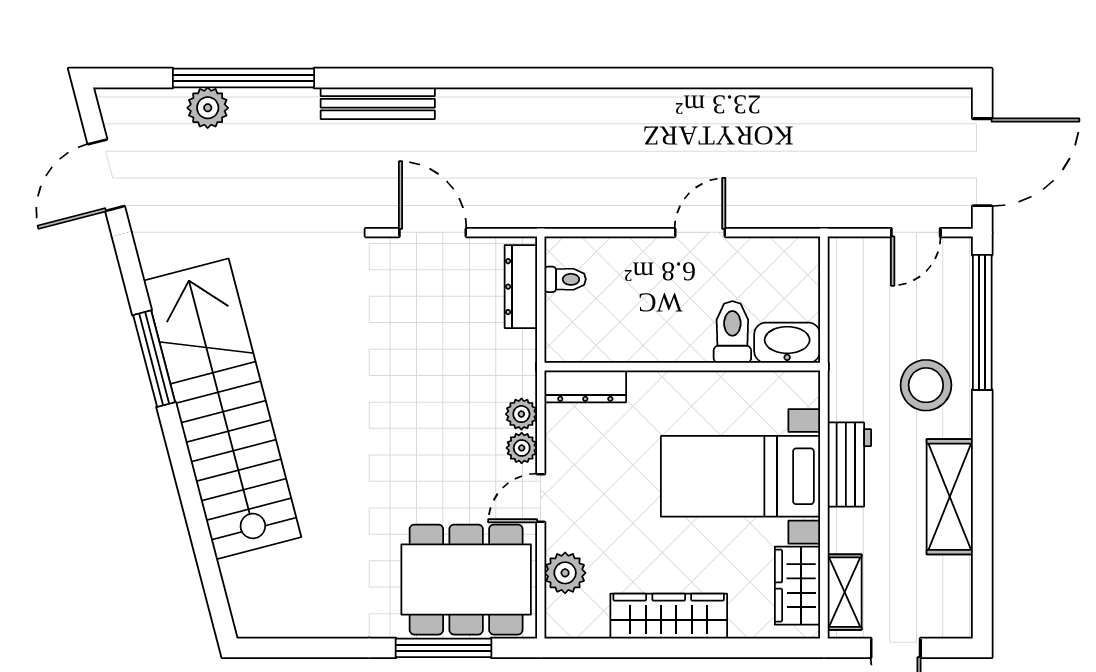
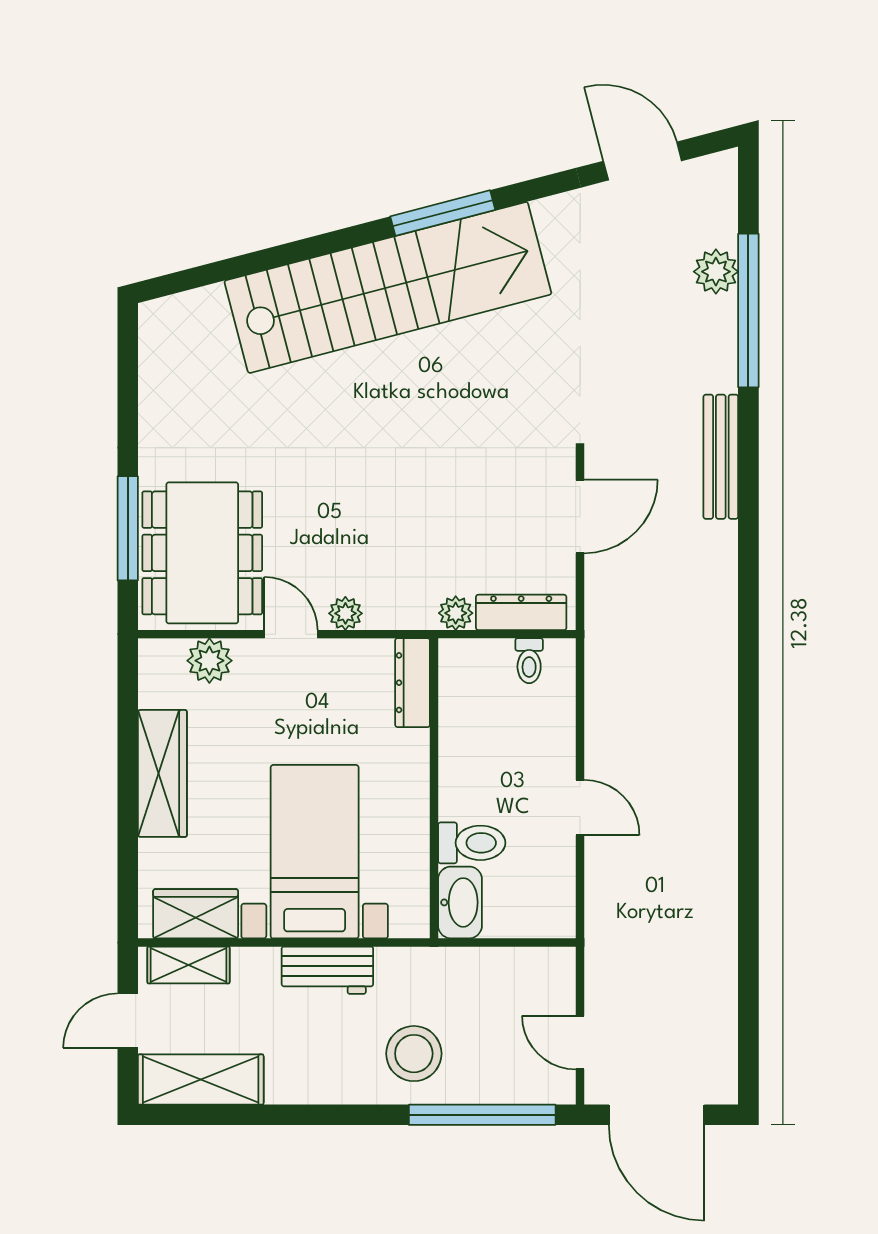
plant: (521, 414) -> (456, 613), moved
shelving: (950, 497) -> (201, 1080), moved

